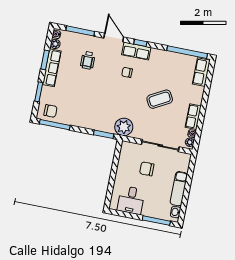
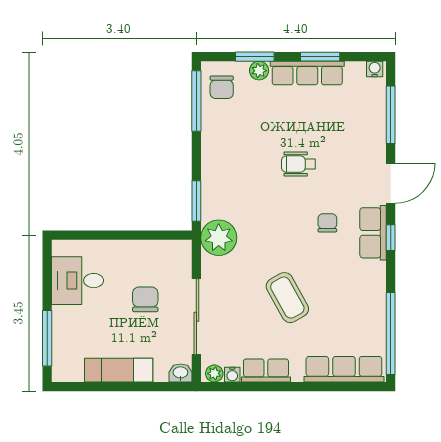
plant: (55, 44) -> (259, 71), moved
wheelchair: (88, 60) -> (298, 164), moved
row of seats: (201, 72) -> (344, 369), width x1.48
washbasin: (176, 212) -> (180, 373), moved

